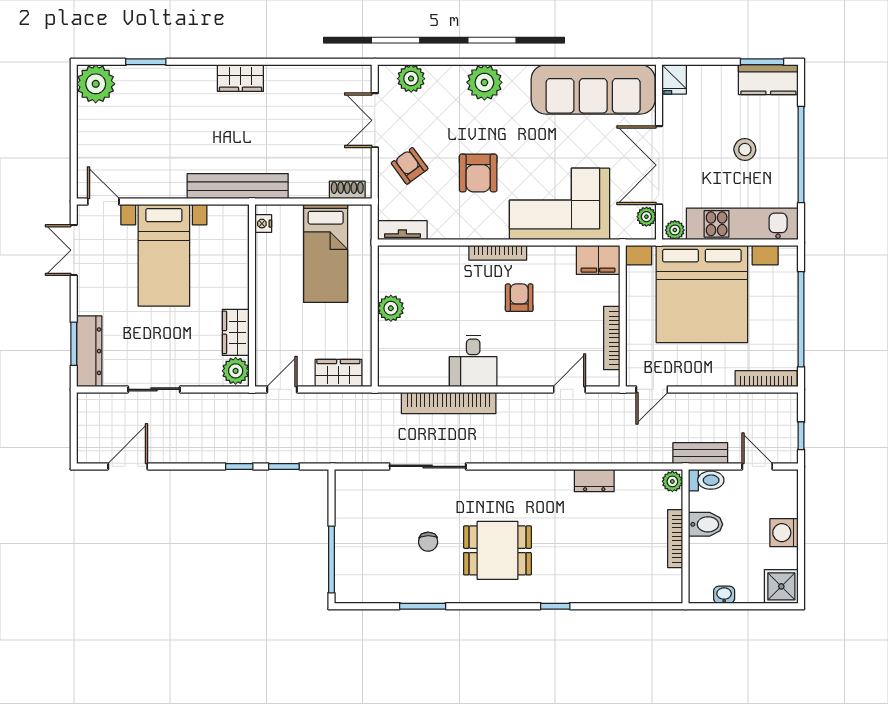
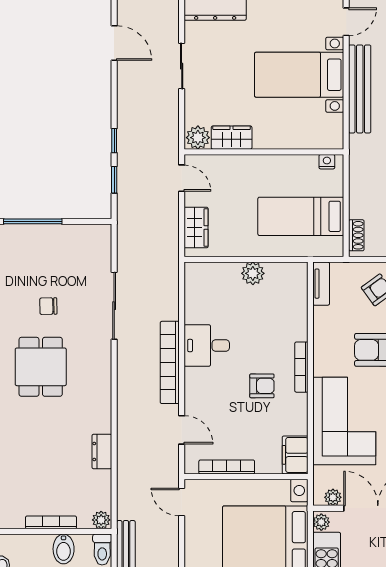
bench: (238, 186) -> (360, 89), moved
bookcase: (449, 403) -> (170, 362), moved

